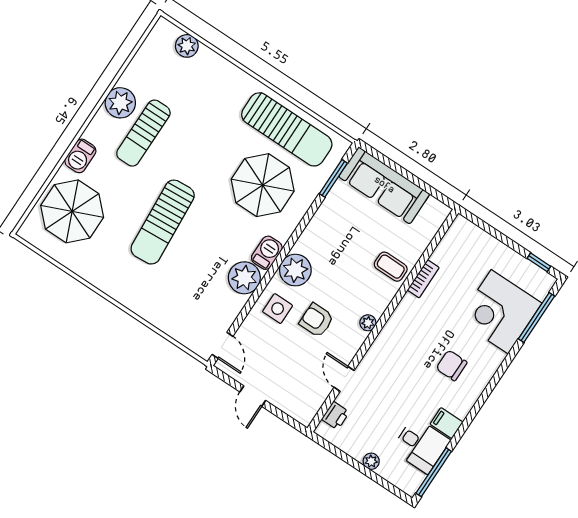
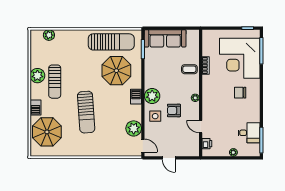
plant: (244, 278) -> (134, 128), moved
corner desk: (500, 312) -> (240, 58), width x1.36, depth x1.36
filing cabinet: (446, 423) -> (253, 117), removed

